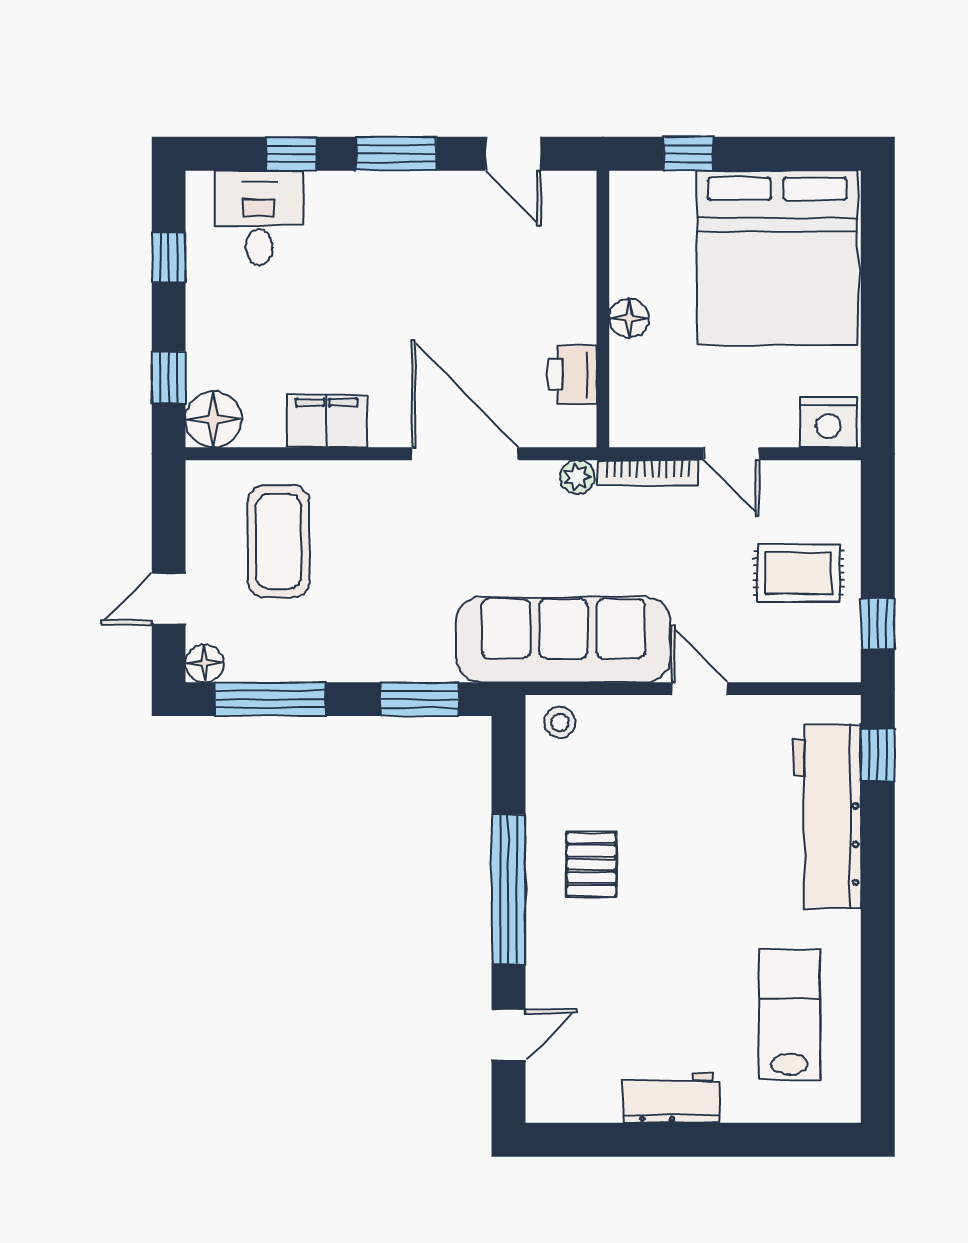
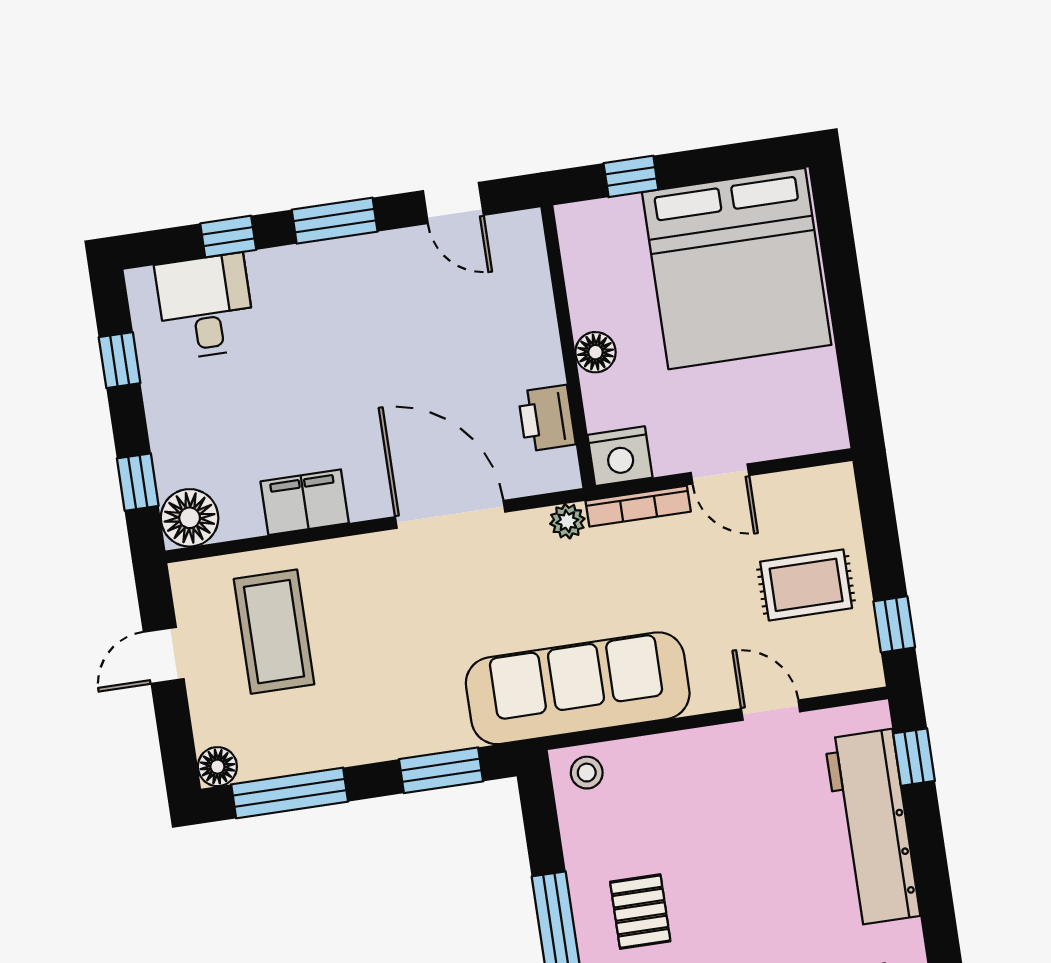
nightstand: (828, 422) -> (620, 456), moved
door: (169, 599) -> (164, 655), moved
door: (700, 689) -> (771, 710), moved

